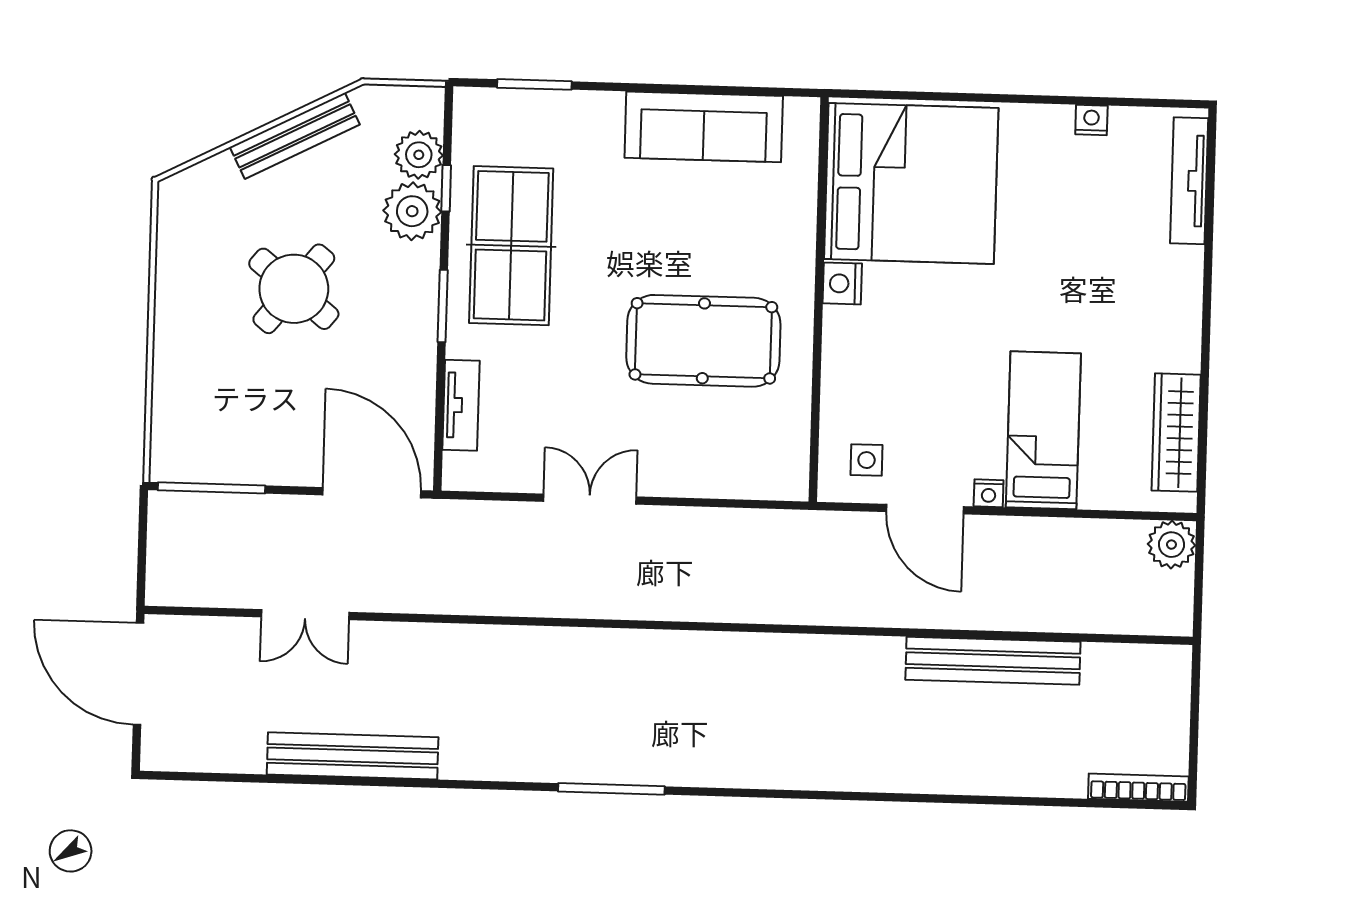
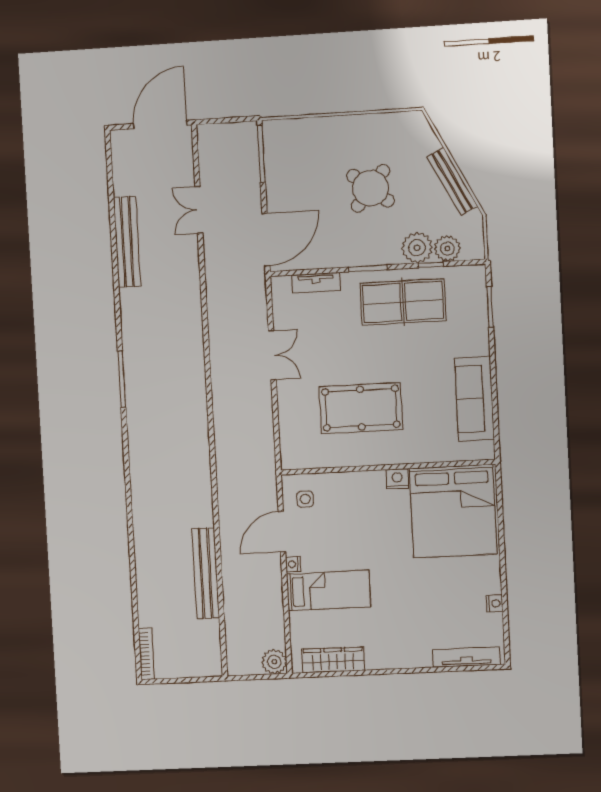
pool table: (703, 341) -> (361, 408), turned 90

